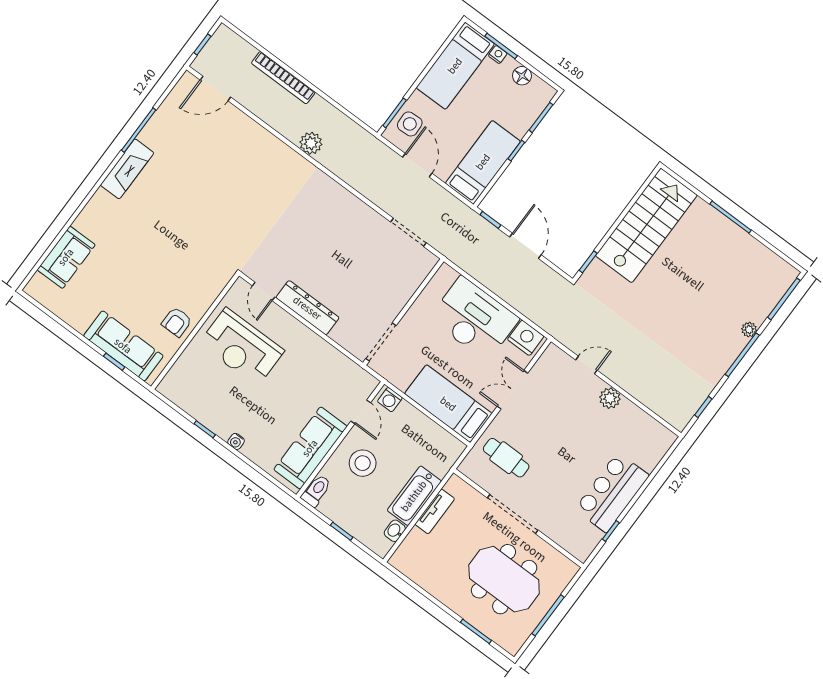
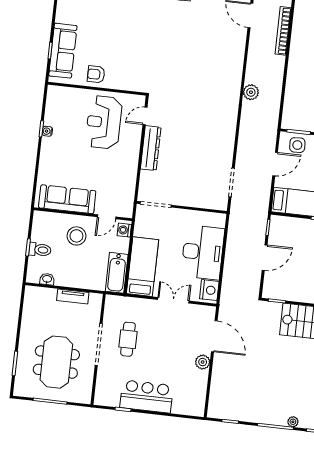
bookcase: (283, 78) -> (283, 31), moved
door: (586, 365) -> (214, 336), width x1.88
water cooler: (236, 441) -> (47, 131), moved
cafe table: (506, 458) -> (128, 339), moved
toilet: (316, 491) -> (40, 250), moved
bathtub: (414, 496) -> (117, 273), moved, turned -90

